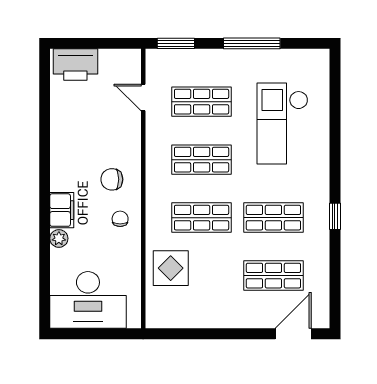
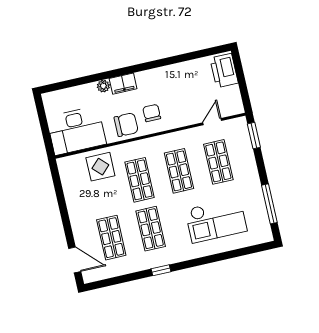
window: (252, 43) -> (269, 204), moved
checkout: (282, 124) -> (216, 220), turned 180
chair: (120, 219) -> (126, 125), width x1.87, depth x1.87
desk: (88, 300) -> (76, 131), moved, turned -90

